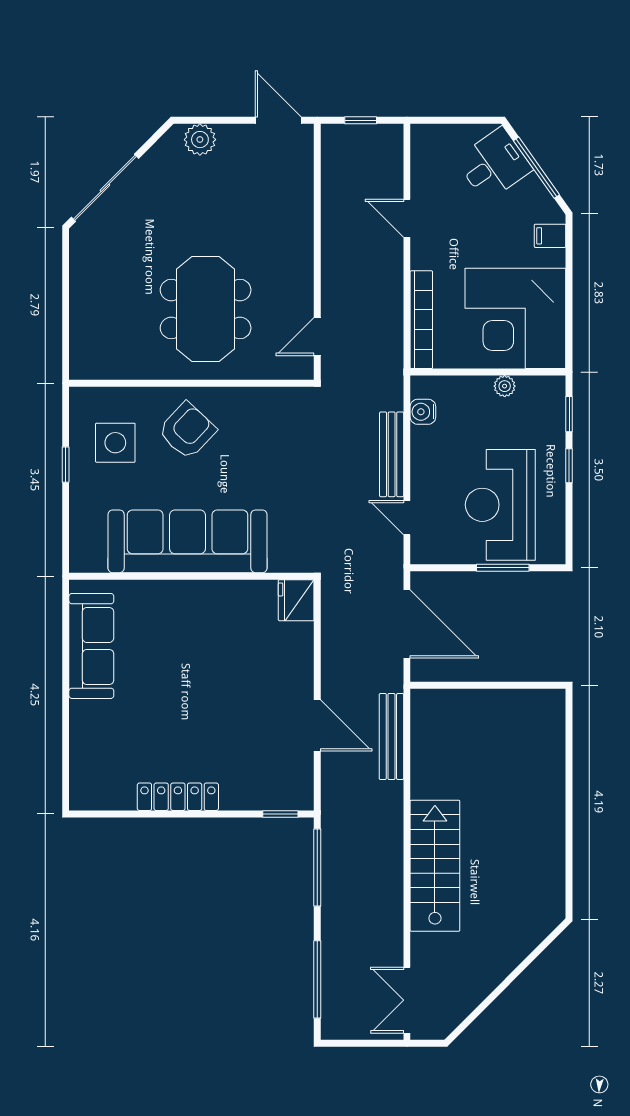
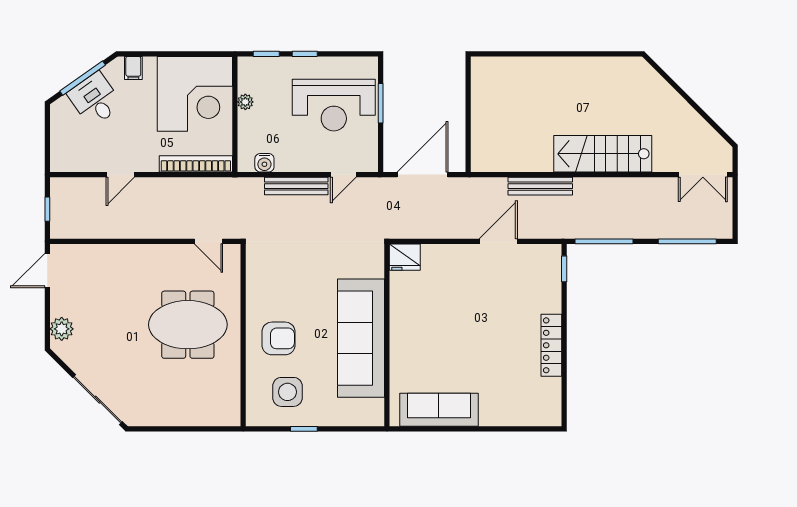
desk: (494, 164) -> (95, 99), moved
armchair: (187, 431) -> (279, 338), turned 137
bench: (391, 737) -> (540, 186), moved

